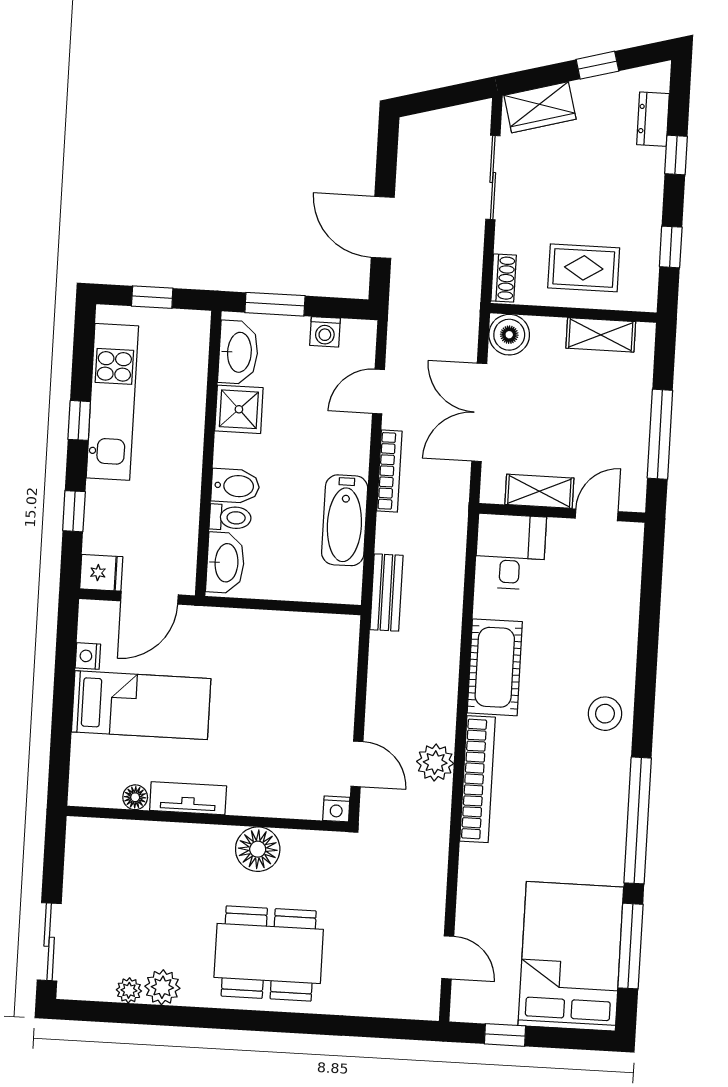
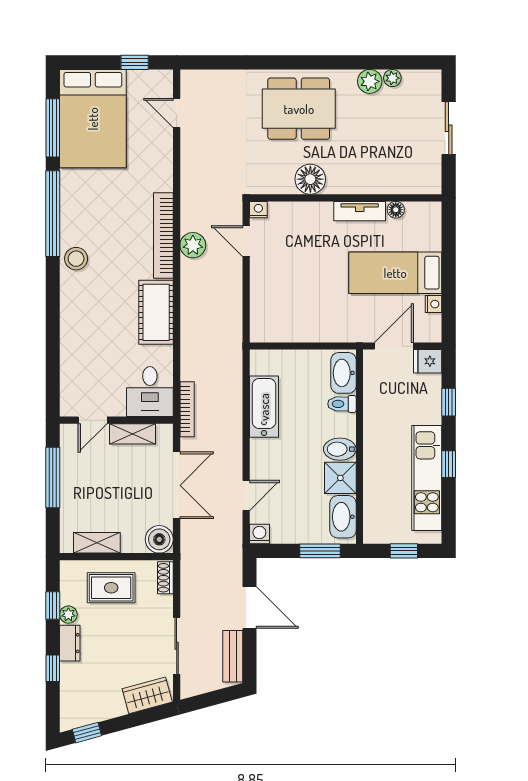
window: (597, 65) -> (87, 733), moved
dresser: (653, 119) -> (70, 643), moved
plant: (649, 232) -> (68, 615), added
washing machine: (325, 332) -> (259, 534), moved
bookcase: (389, 471) -> (187, 409), moved, turned 180
bidet: (235, 486) -> (340, 449), moved
bench: (386, 592) -> (233, 656), moved
stool: (605, 714) -> (76, 259), moved
sliding door: (49, 942) -> (449, 128), moved

